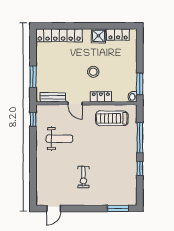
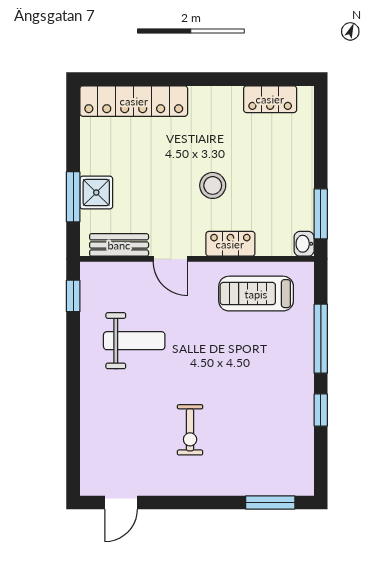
shower: (99, 36) -> (96, 193), moved

